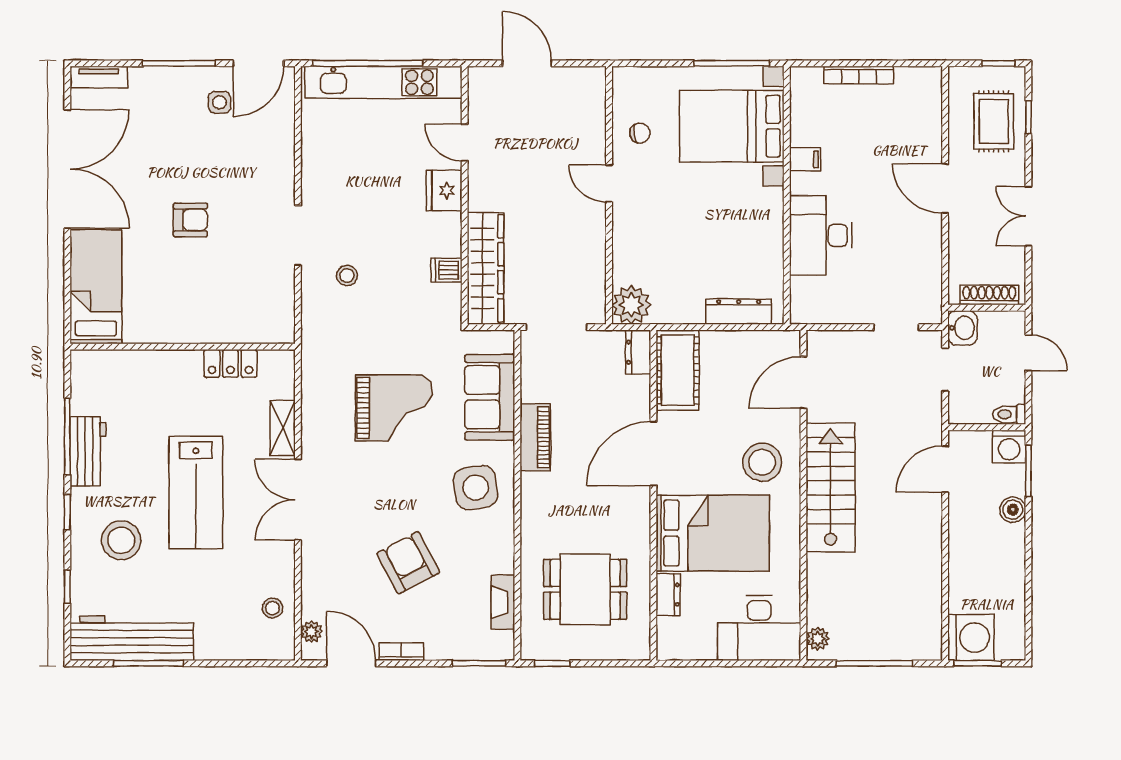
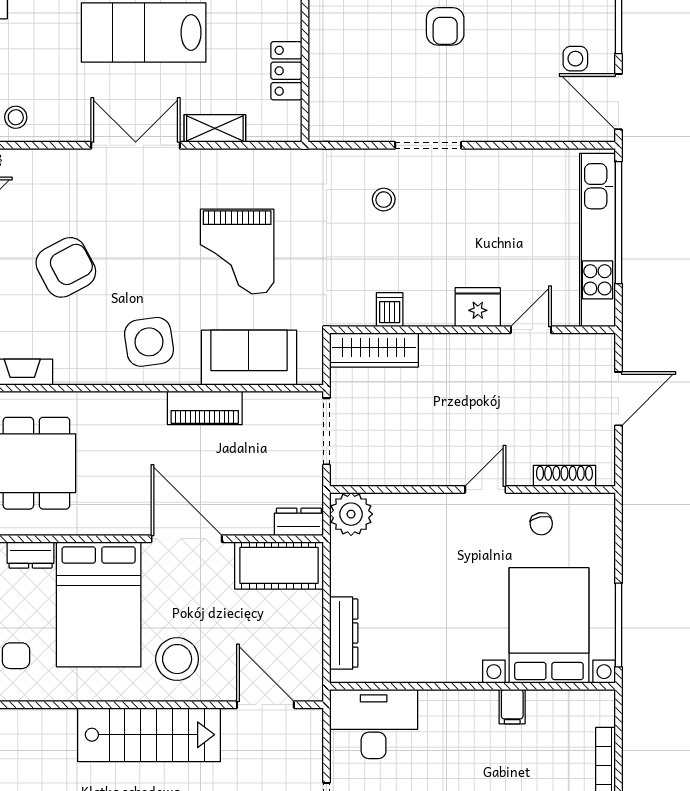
shoe rack: (597, 112) -> (564, 476), added
desk: (821, 235) -> (374, 724), moved
wardrobe: (485, 268) -> (374, 350), width x0.71, depth x0.85

